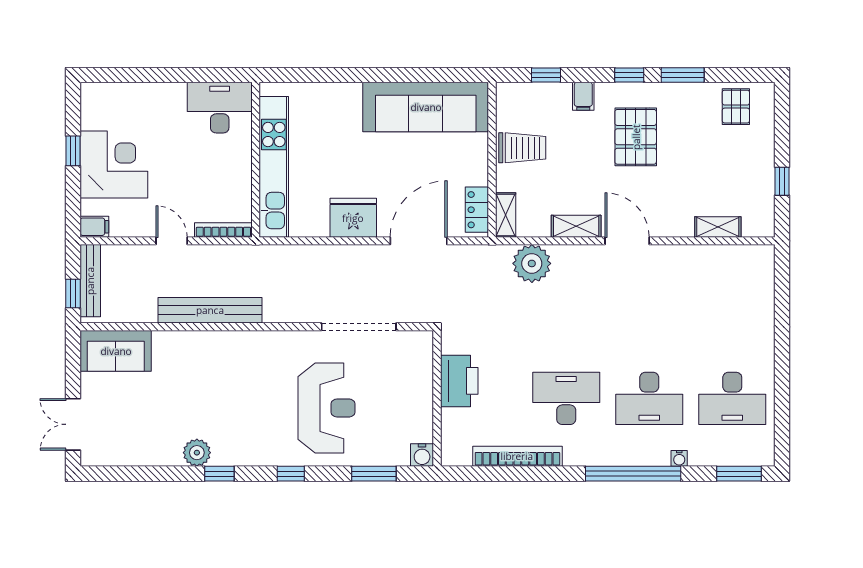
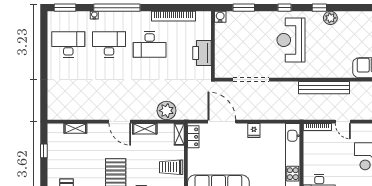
fridge: (353, 218) -> (254, 130), width x0.53, depth x0.75
door: (419, 241) -> (222, 122), swing flipped
reception desk: (327, 408) -> (291, 40), moved

